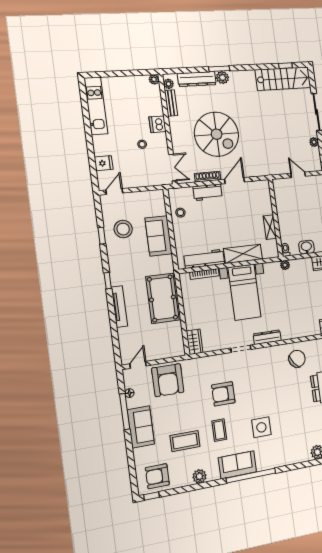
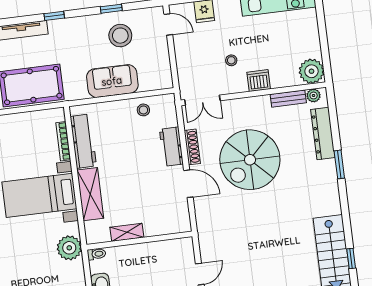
plant: (222, 78) -> (328, 169), removed
plant: (154, 79) -> (312, 71), width x1.88, depth x1.88
plant: (285, 265) -> (69, 248), width x1.88, depth x1.88

